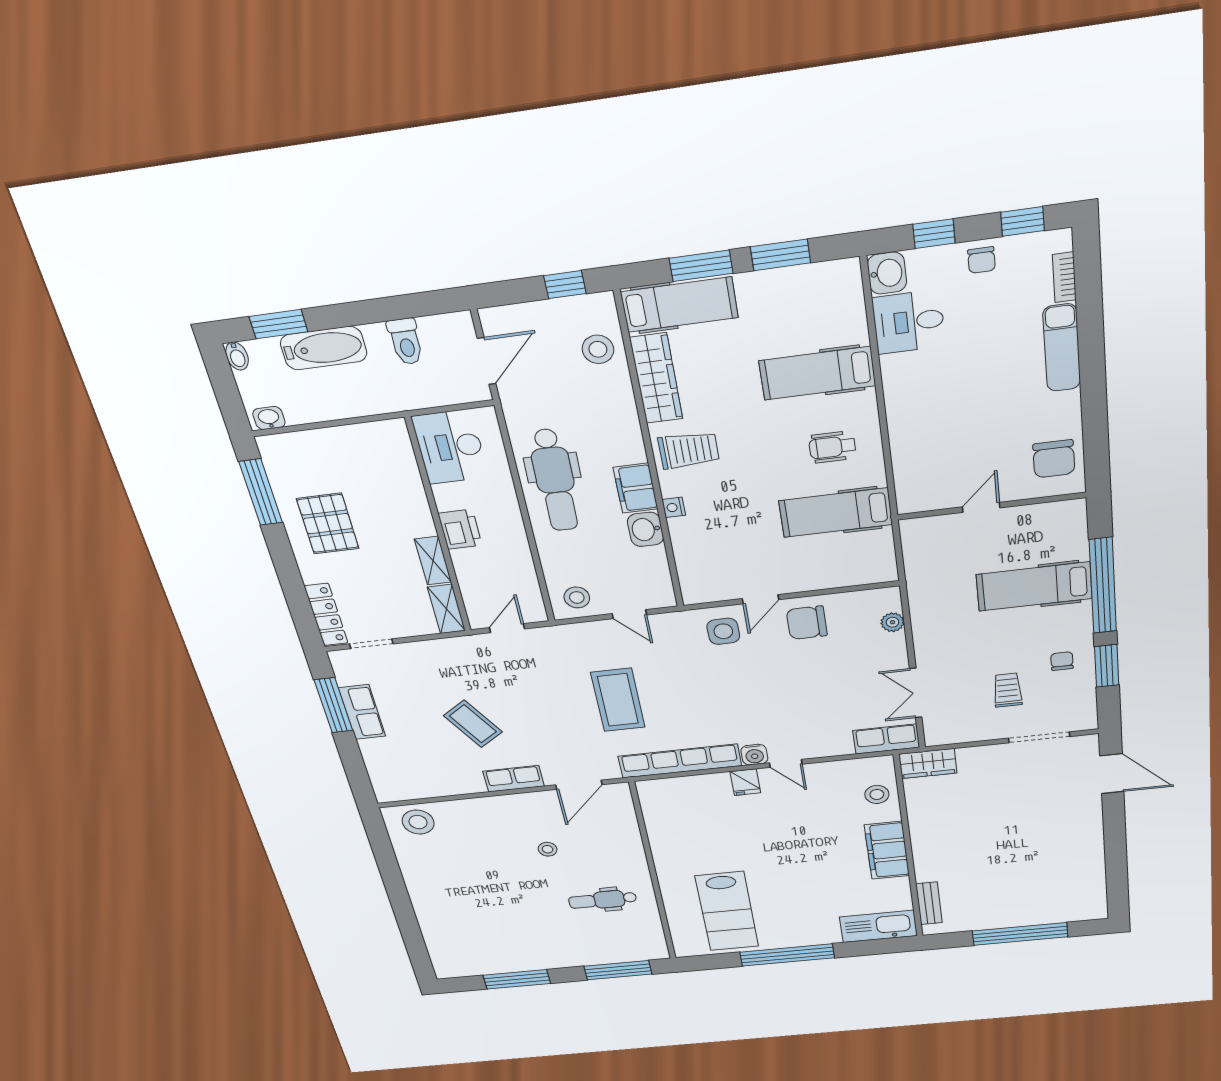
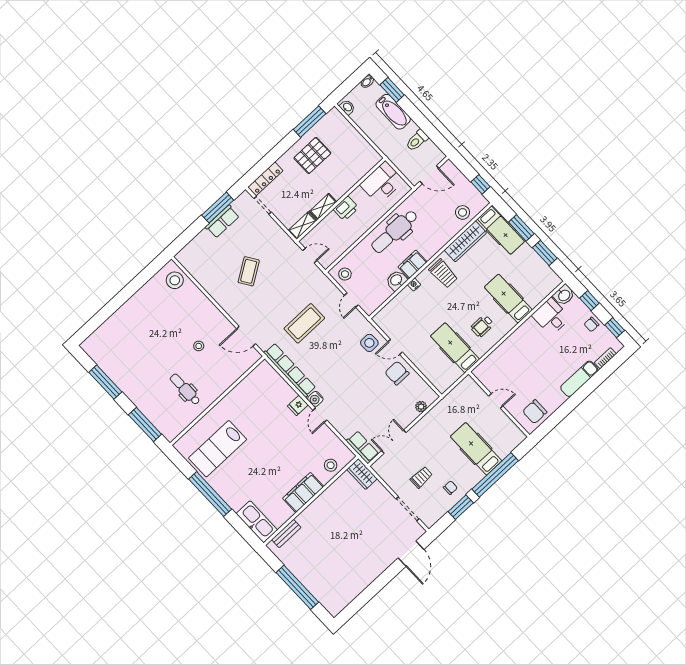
wheelchair: (832, 447) -> (482, 326), turned -90
row of seats: (514, 779) -> (230, 307), removed

